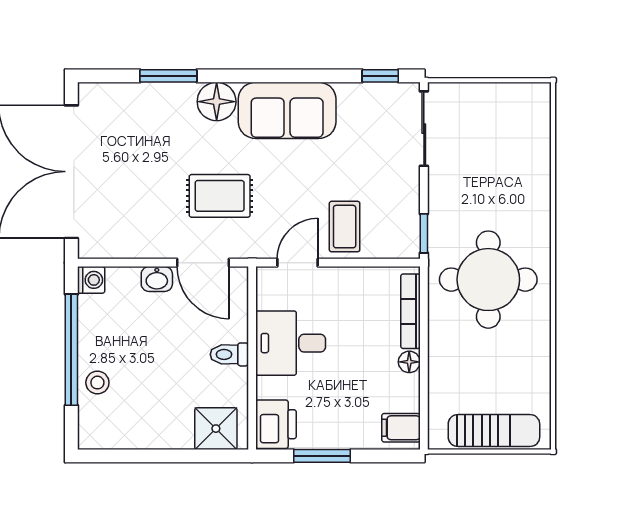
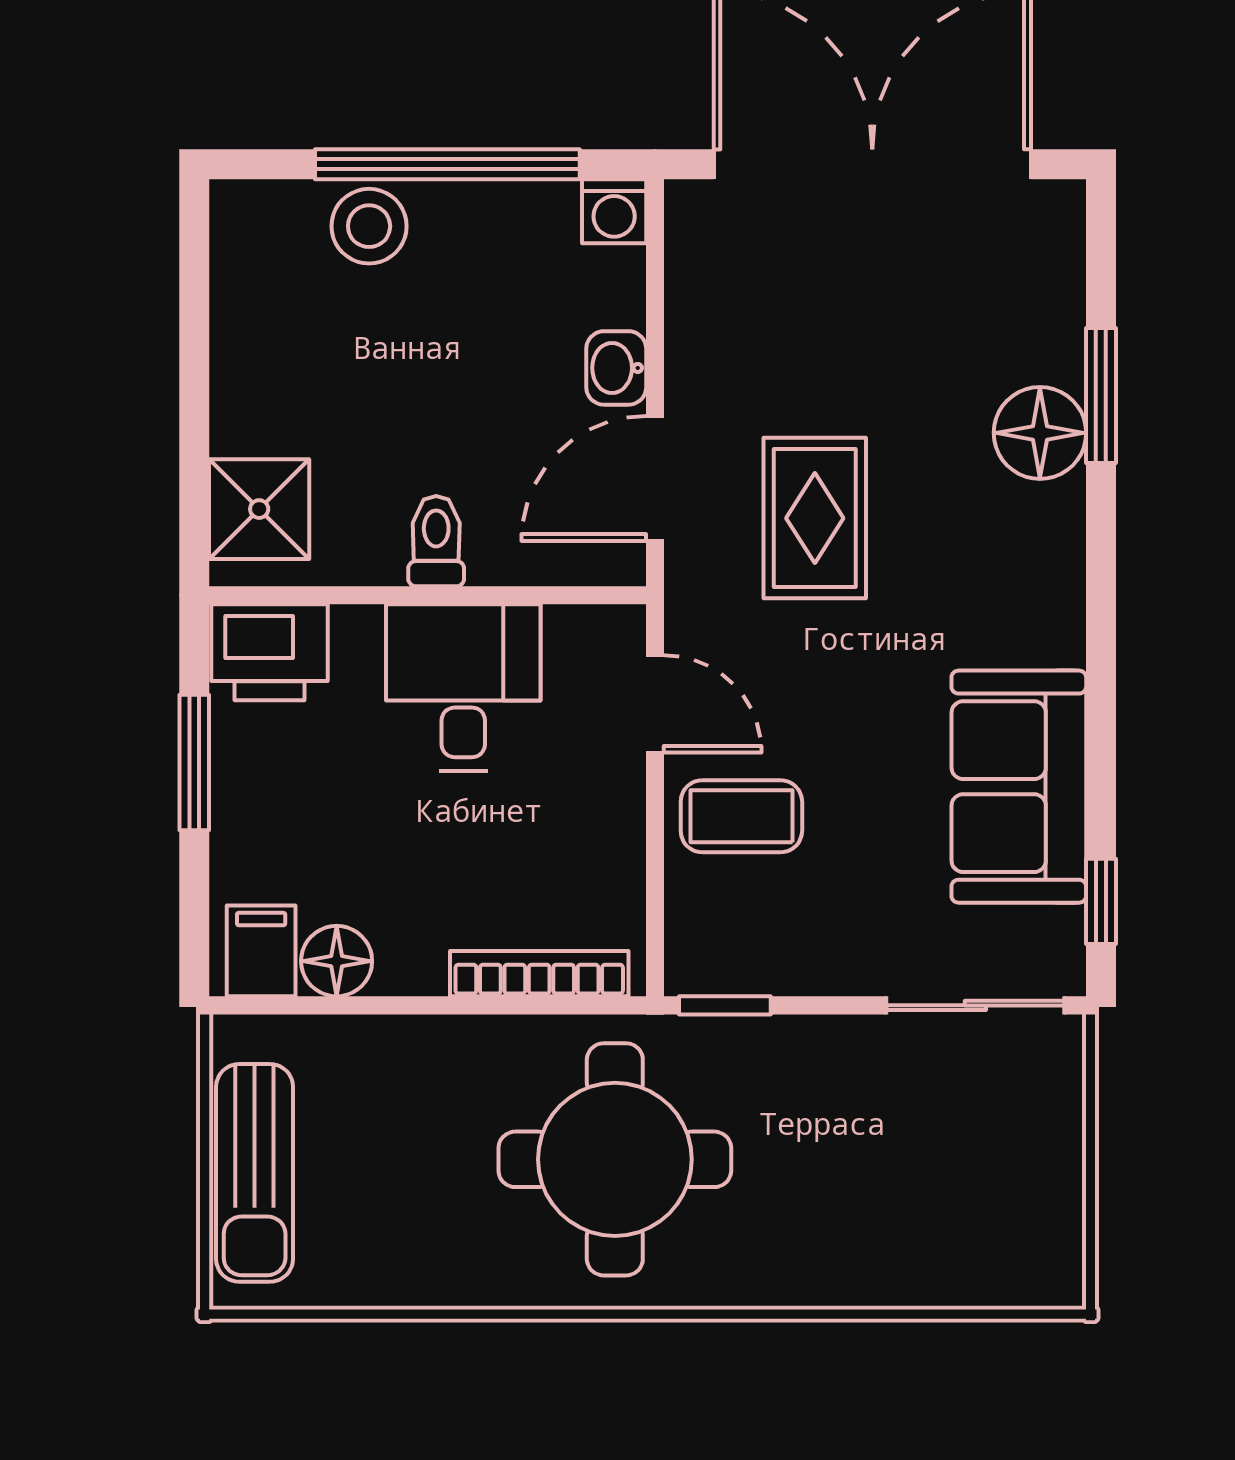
floor lamp: (217, 102) -> (1040, 433), moved
sofa: (287, 110) -> (1019, 787), moved
floor lamp: (409, 362) -> (337, 961), moved, width x1.37, depth x1.37
stool: (97, 383) -> (369, 226), width x1.37, depth x1.37

